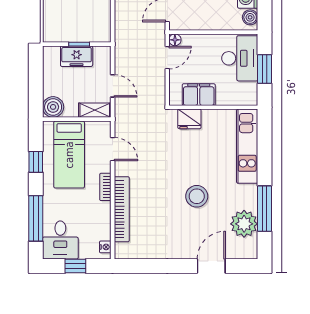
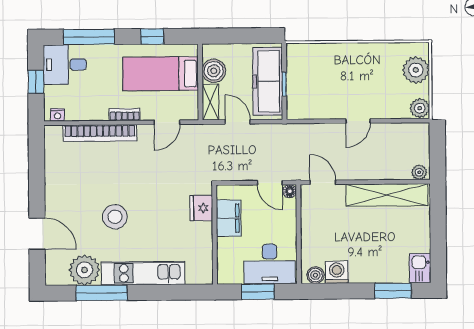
freezer: (77, 56) -> (268, 81), width x1.91, depth x1.26
door: (113, 86) -> (238, 122), swing flipped
boiler: (53, 107) -> (214, 71), moved
kitchen unit: (247, 146) -> (143, 273), moved

